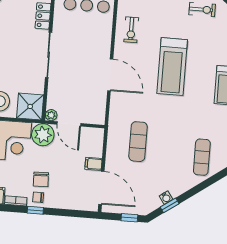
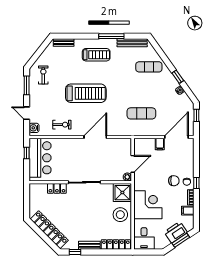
plant: (43, 135) -> (142, 182), removed
window: (170, 205) -> (178, 77), moved

